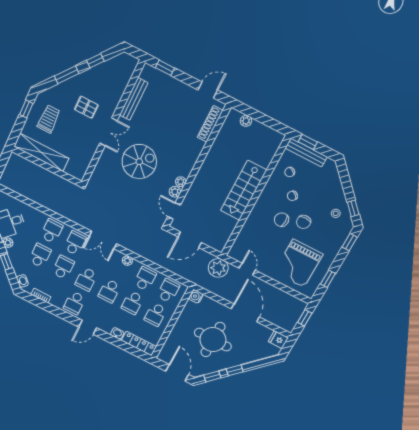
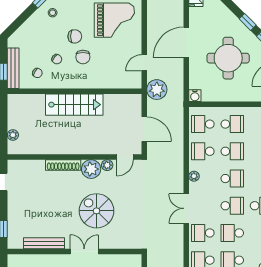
shoe rack: (210, 124) -> (63, 165), moved
plant: (181, 182) -> (91, 169), width x1.88, depth x1.88
double door: (103, 240) -> (186, 208), swing flipped

